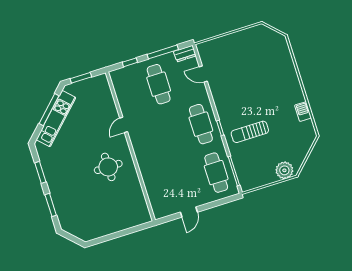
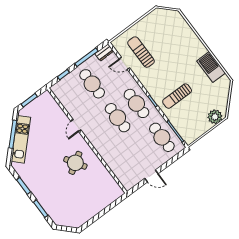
sun lounger: (227, 68) -> (141, 52), added
barbecue: (303, 112) -> (211, 67), width x1.88, depth x1.53
cafe table: (174, 133) -> (118, 118), added
round table: (108, 167) -> (75, 163), turned -32
door: (189, 212) -> (151, 176), hinge flipped

